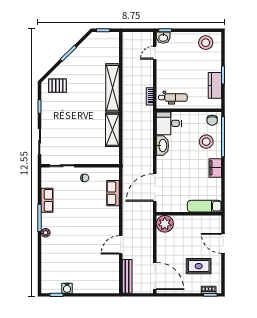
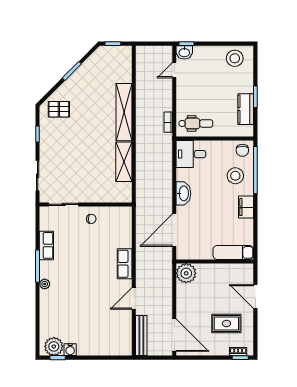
washbasin: (162, 146) -> (183, 193), moved
row of seats: (113, 193) -> (125, 264), moved
plant: (53, 285) -> (54, 346), added

